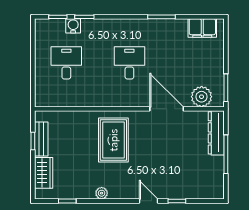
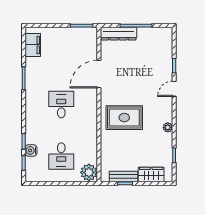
desk: (66, 63) -> (61, 156), turned -90
desk: (129, 63) -> (61, 104), turned 90
plant: (202, 97) -> (89, 172), moved

